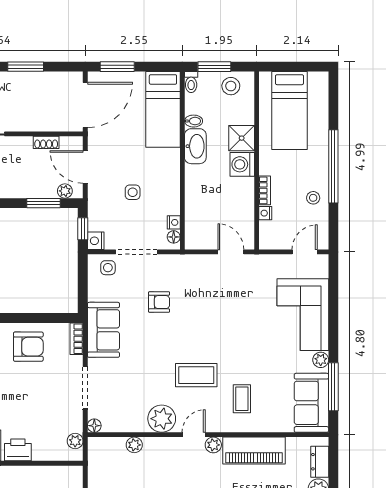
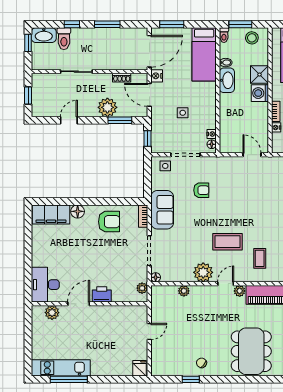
plant: (65, 191) -> (107, 107), moved, width x1.88, depth x1.88
nightstand: (96, 241) -> (157, 76), moved

